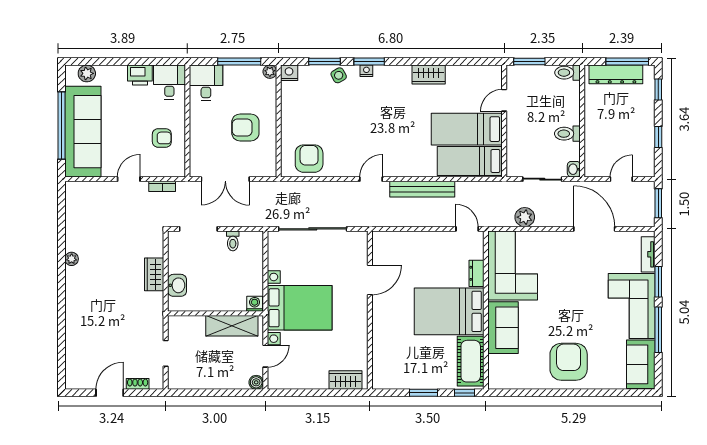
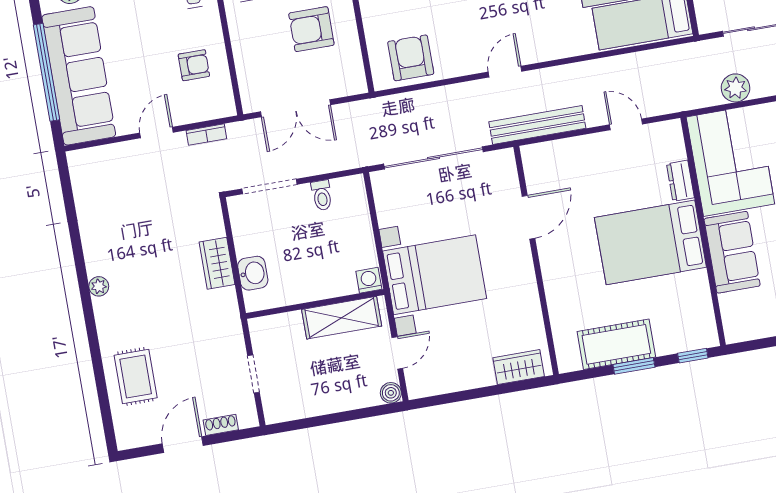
bench: (422, 189) -> (537, 125), moved
door: (467, 229) -> (626, 124), moved
plant: (72, 259) -> (99, 286), moved
rug: (86, 341) -> (136, 376), added
cot: (471, 361) -> (616, 344), moved, turned 90

